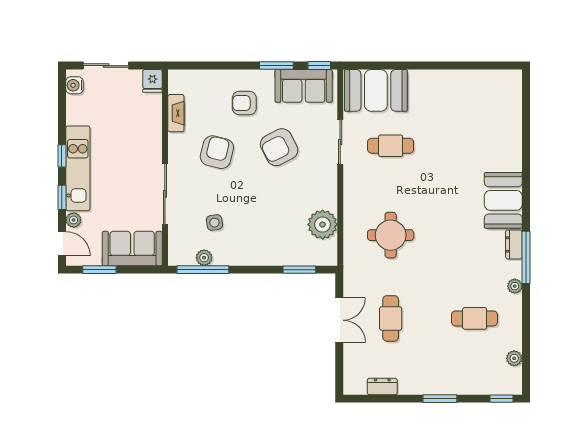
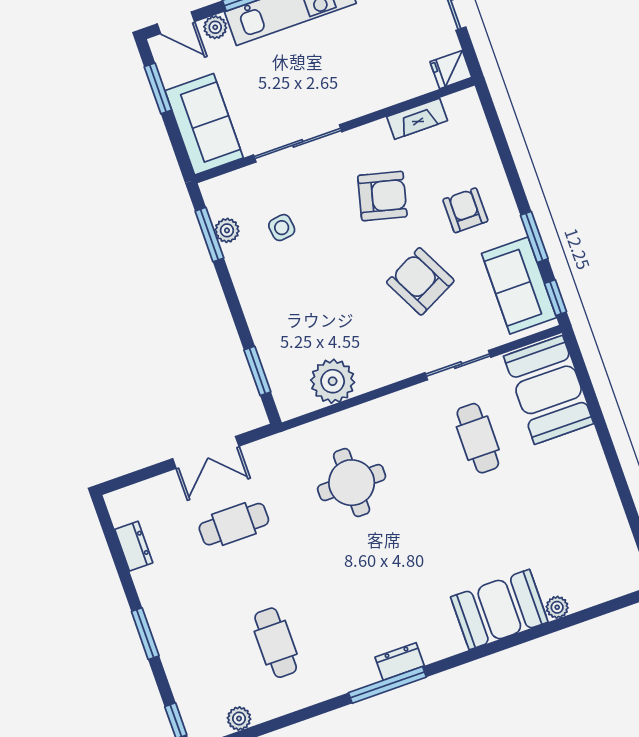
booth: (503, 200) -> (499, 610), moved
door: (62, 244) -> (176, 23), hinge flipped
window: (203, 270) -> (209, 235), width x0.69
plant: (515, 286) -> (557, 607), moved

